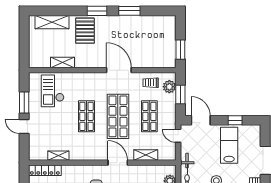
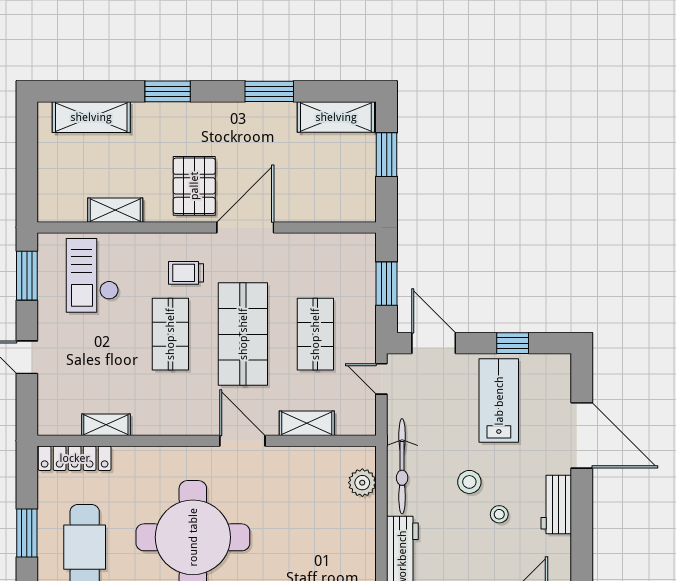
window: (97, 11) -> (168, 91), moved
shelving: (158, 22) -> (336, 117), added
pallet: (85, 31) -> (194, 186), moved
window: (180, 50) -> (387, 155), moved
door: (119, 70) -> (245, 227), hinge flipped
trolley: (151, 83) -> (186, 273), moved
plant: (169, 87) -> (361, 266), removed
window: (24, 103) -> (27, 276), moved

